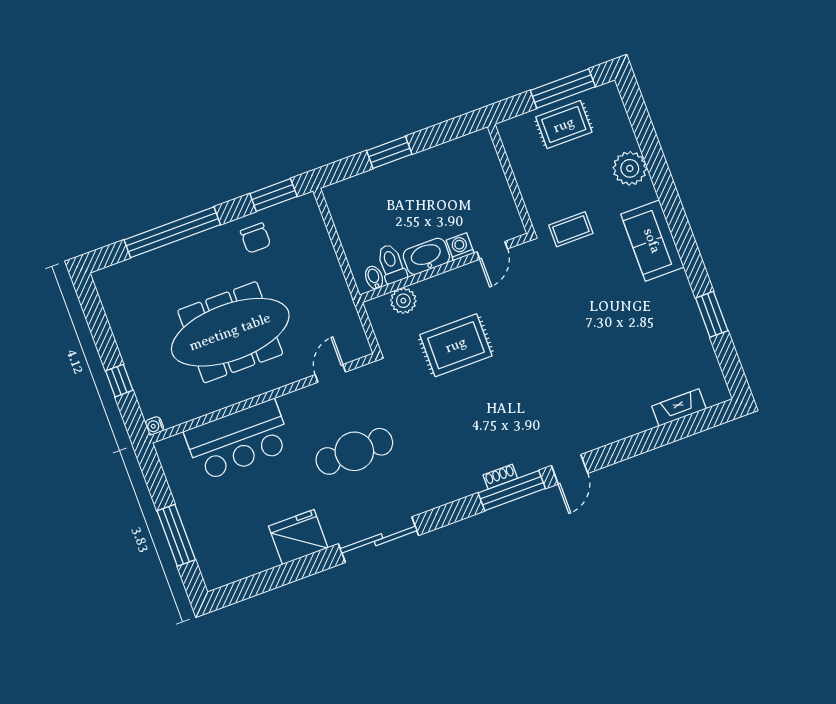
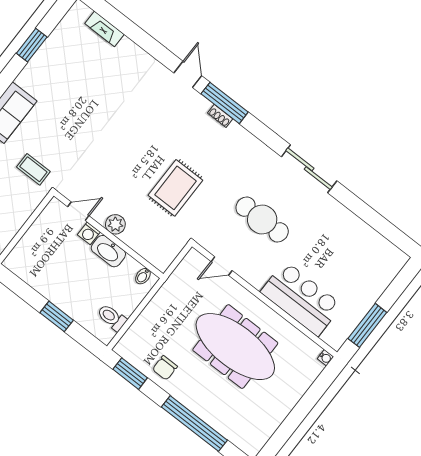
chair: (256, 238) -> (165, 368), turned 180
toilet: (391, 264) -> (112, 317), moved, turned 90
plant: (403, 301) -> (115, 224), moved
rug: (456, 345) -> (175, 188), moved, turned 90
window: (119, 381) -> (311, 398), removed
door: (570, 469) -> (188, 74), hinge flipped
window: (176, 535) -> (367, 325), moved
fridge: (298, 537) -> (339, 221), removed

